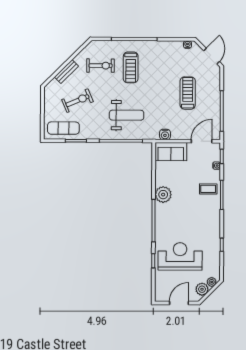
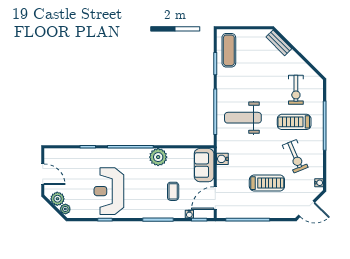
bench: (66, 72) -> (279, 43), moved
exercise bike: (77, 101) -> (295, 156), moved
weight bench: (127, 115) -> (243, 118), turned 90
door: (202, 141) -> (215, 198), swing flipped
coffee table: (208, 189) -> (173, 191), moved
reception desk: (180, 256) -> (109, 191), moved, turned 180

